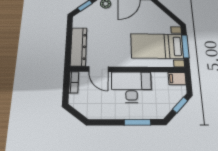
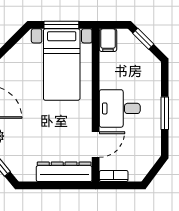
desk: (131, 87) -> (120, 108), width x0.73
window: (137, 122) -> (165, 113), moved

